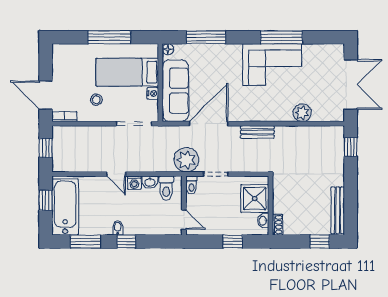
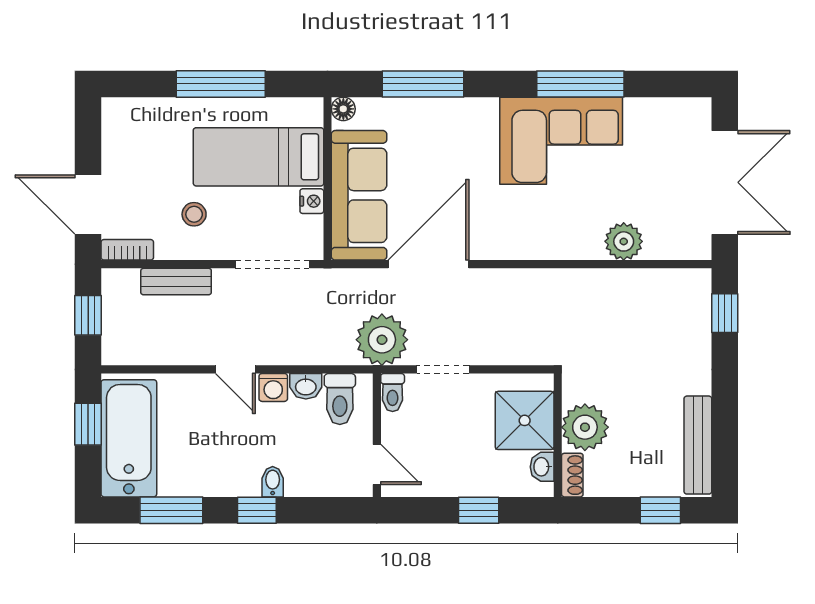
bench: (257, 132) -> (176, 282), moved
plant: (284, 202) -> (585, 427), added
bidet: (118, 228) -> (273, 482), moved

